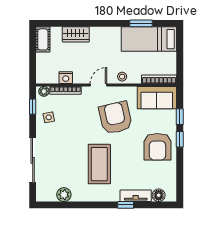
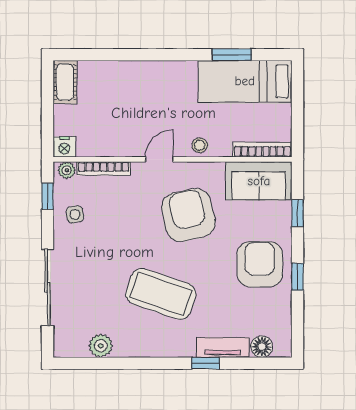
wardrobe: (76, 34) -> (121, 73), removed
nightstand: (66, 78) -> (64, 147), moved
window: (180, 139) -> (297, 277), moved
armchair: (157, 147) -> (260, 264), turned 180
coffee table: (99, 164) -> (161, 294), turned -71

